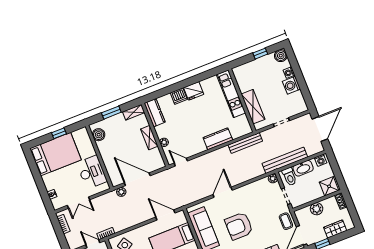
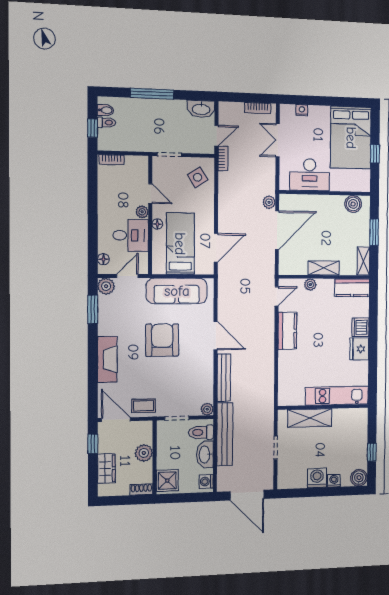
kitchen counter: (218, 139) -> (287, 331), moved
bench: (245, 143) -> (224, 378), moved

